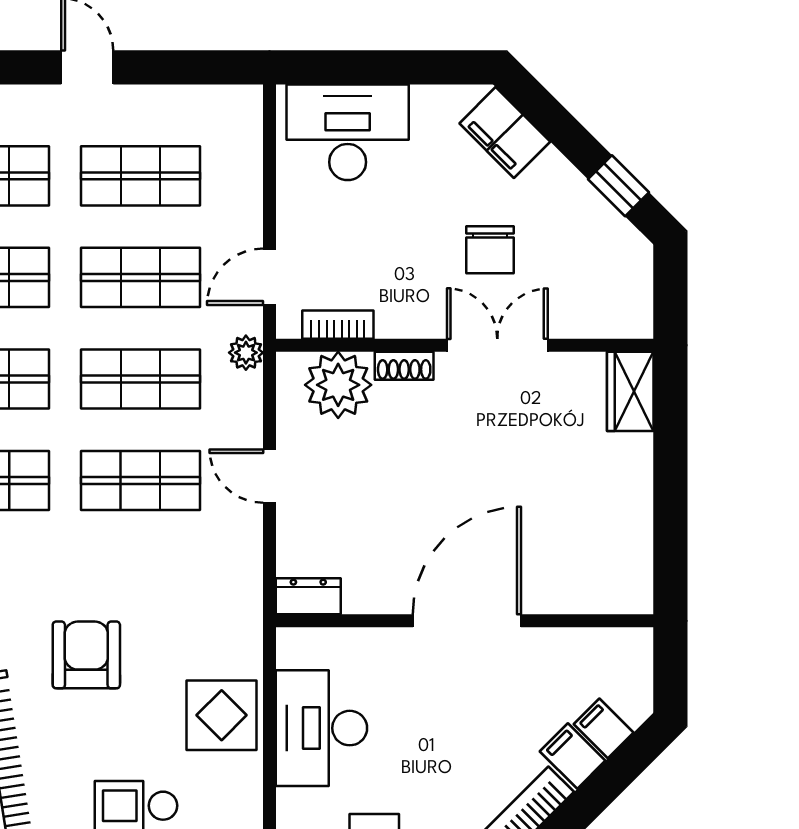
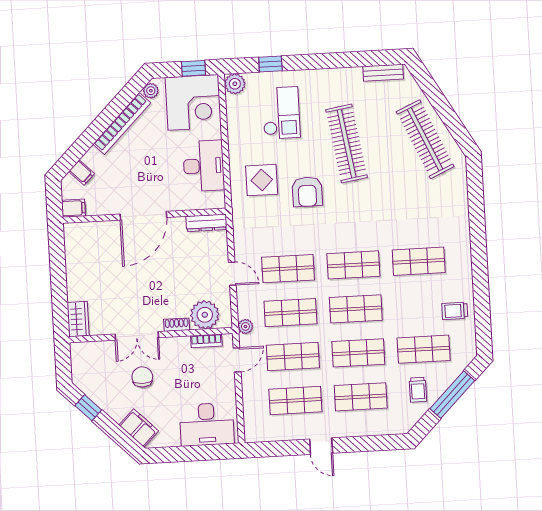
dresser: (308, 596) -> (206, 223), width x1.44
display table: (222, 715) -> (262, 180), moved
filing cabinet: (573, 756) -> (73, 208), moved, turned -45

